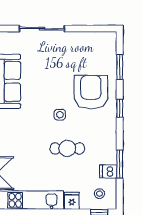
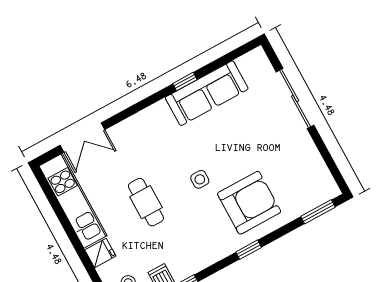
window: (120, 67) -> (318, 212), moved
cafe table: (67, 148) -> (146, 202), moved

